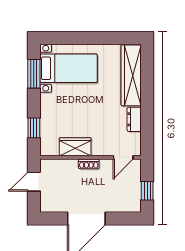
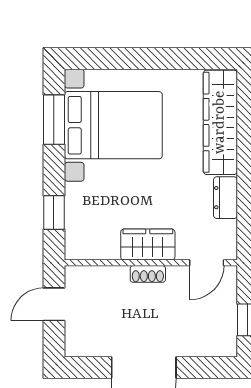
bed with nightstands: (69, 68) -> (113, 125), width x1.36
wardrobe: (75, 147) -> (148, 245), moved

